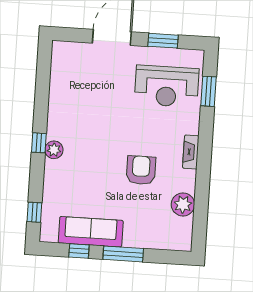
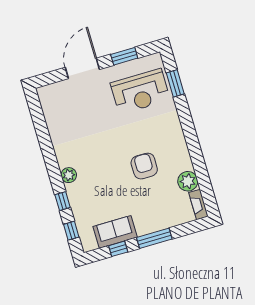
window: (39, 143) -> (63, 201), moved
fireplace: (191, 152) -> (199, 205), moved
sofa: (91, 232) -> (115, 232), width x0.73

